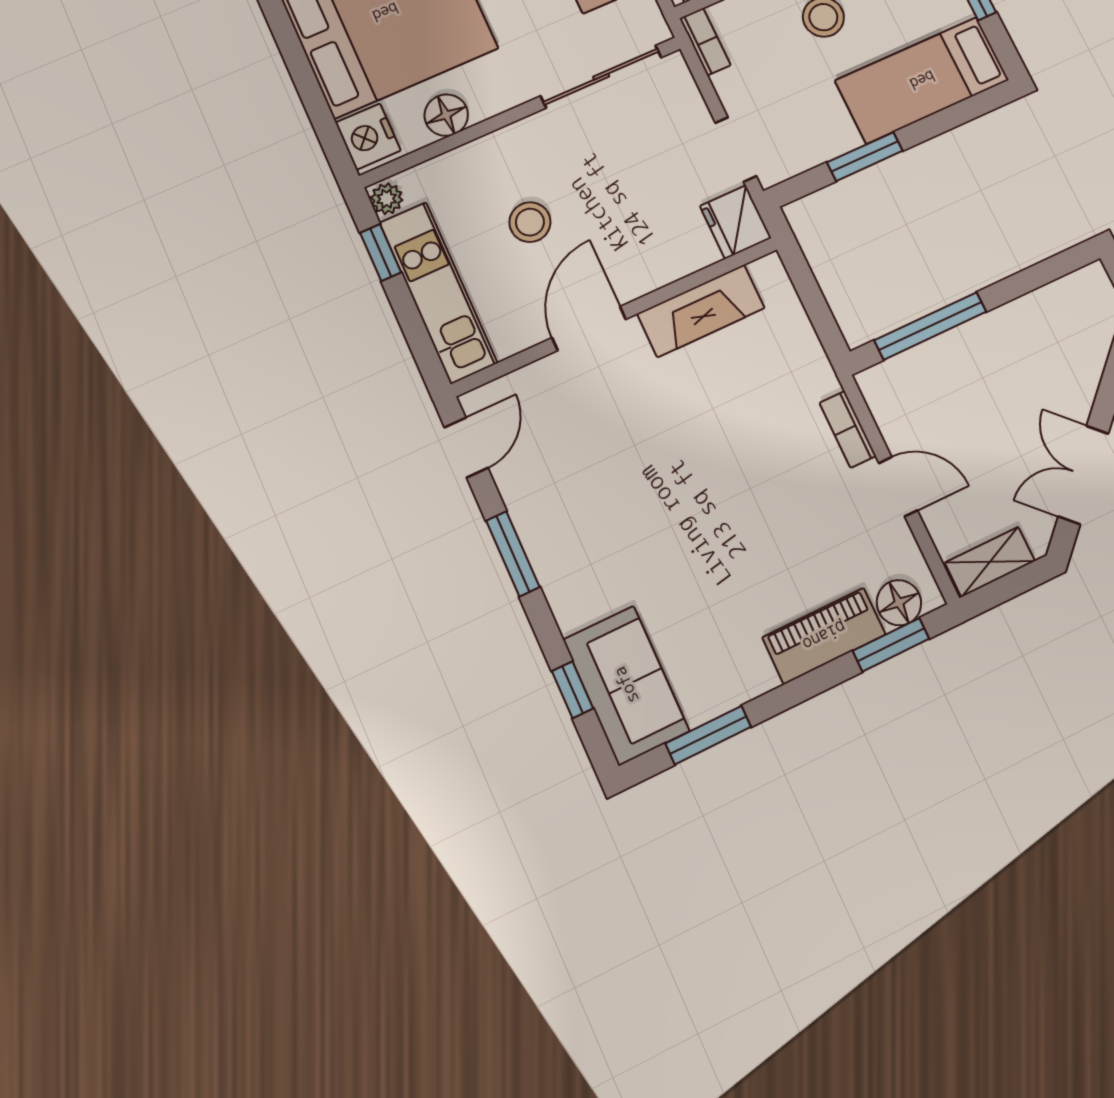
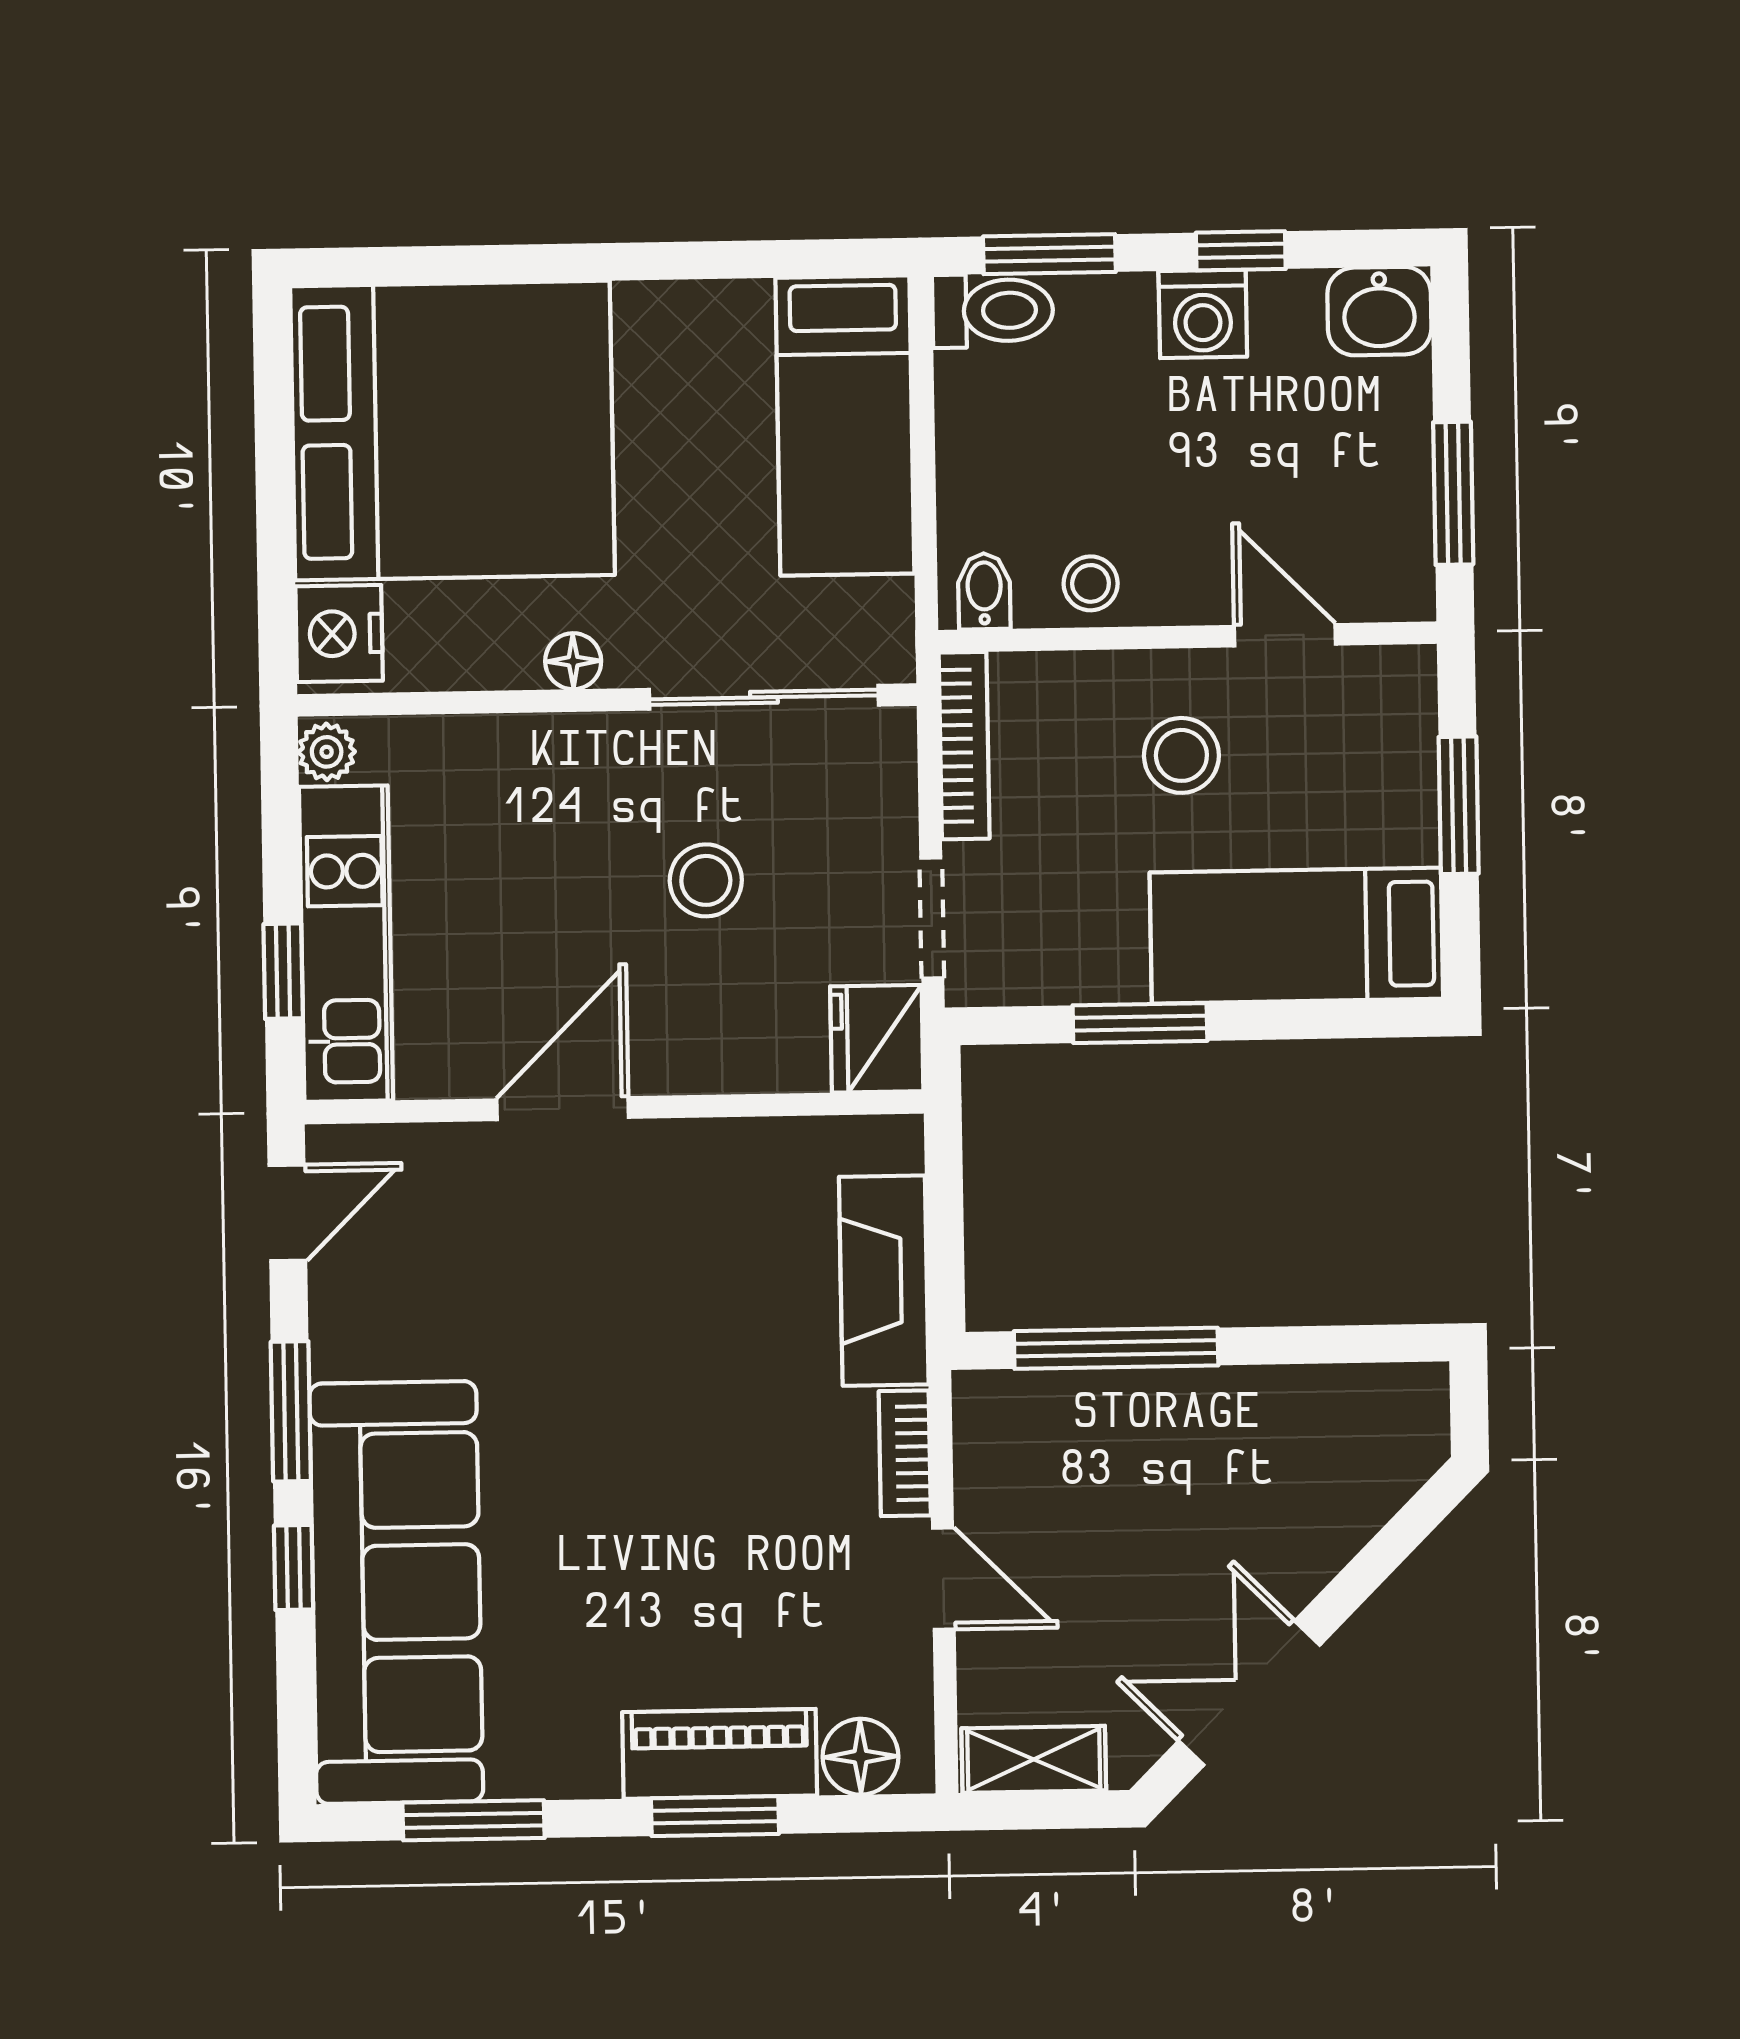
bookcase: (705, 42) -> (964, 746), width x1.56
floor lamp: (446, 115) -> (573, 661), moved, width x0.73, depth x0.73
stool: (530, 222) -> (706, 880), moved
window: (381, 253) -> (283, 971), moved
fireplace: (701, 311) -> (884, 1281), moved, turned 90
window: (891, 645) -> (715, 1816), moved
sofa: (626, 685) -> (396, 1592), width x1.85, depth x1.27
window: (572, 690) -> (294, 1568), moved

